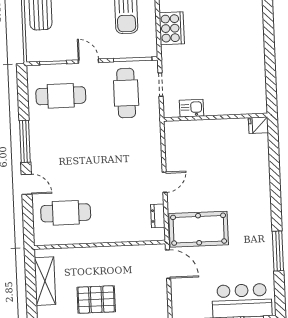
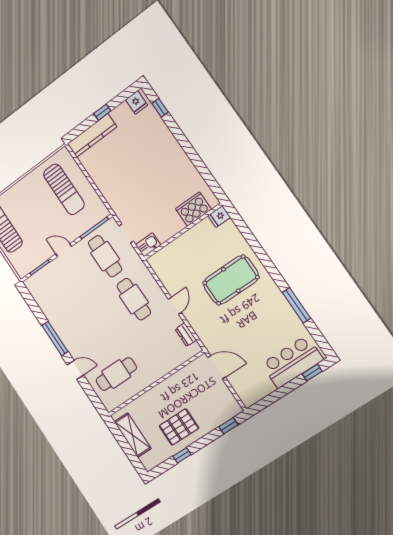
cooker: (172, 28) -> (193, 209), moved, turned -90
cafe table: (61, 96) -> (134, 299), moved, turned 90
kitchen sink: (191, 108) -> (148, 245), moved
pool table: (199, 229) -> (231, 280), moved

